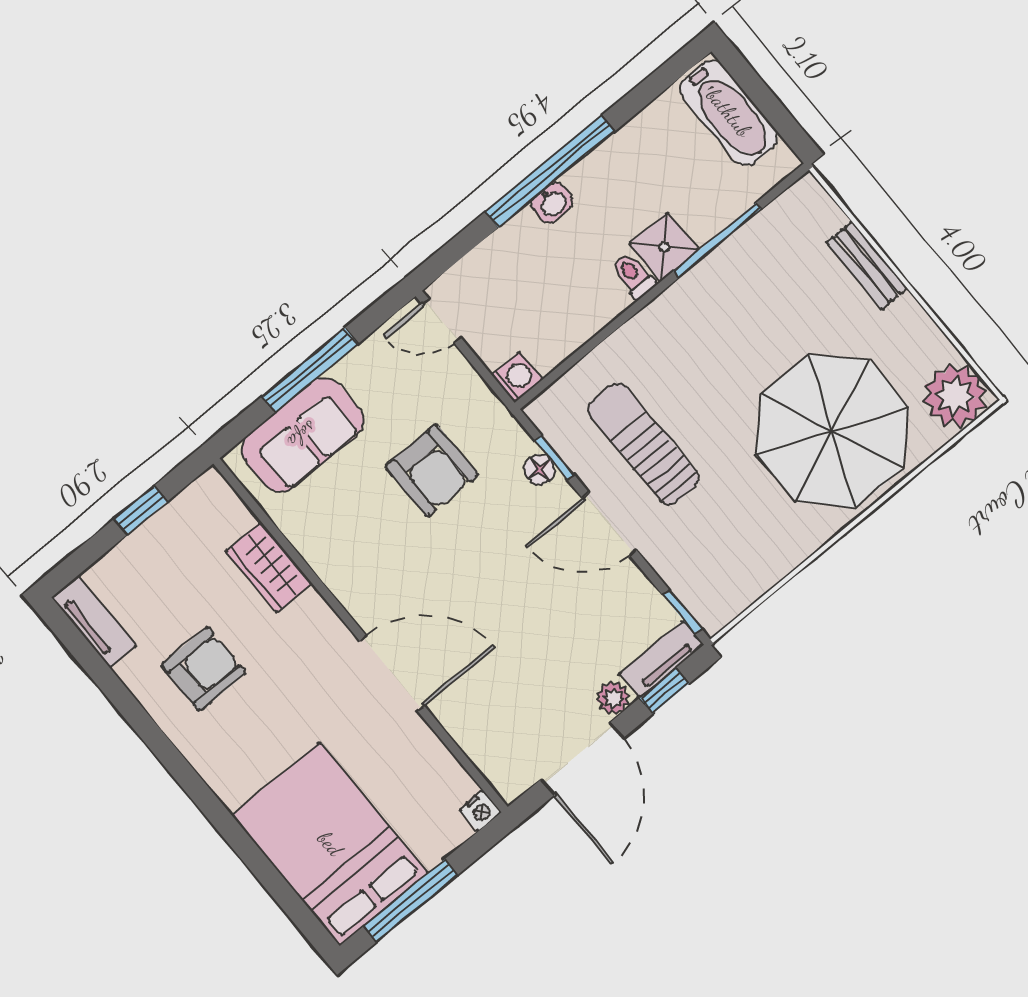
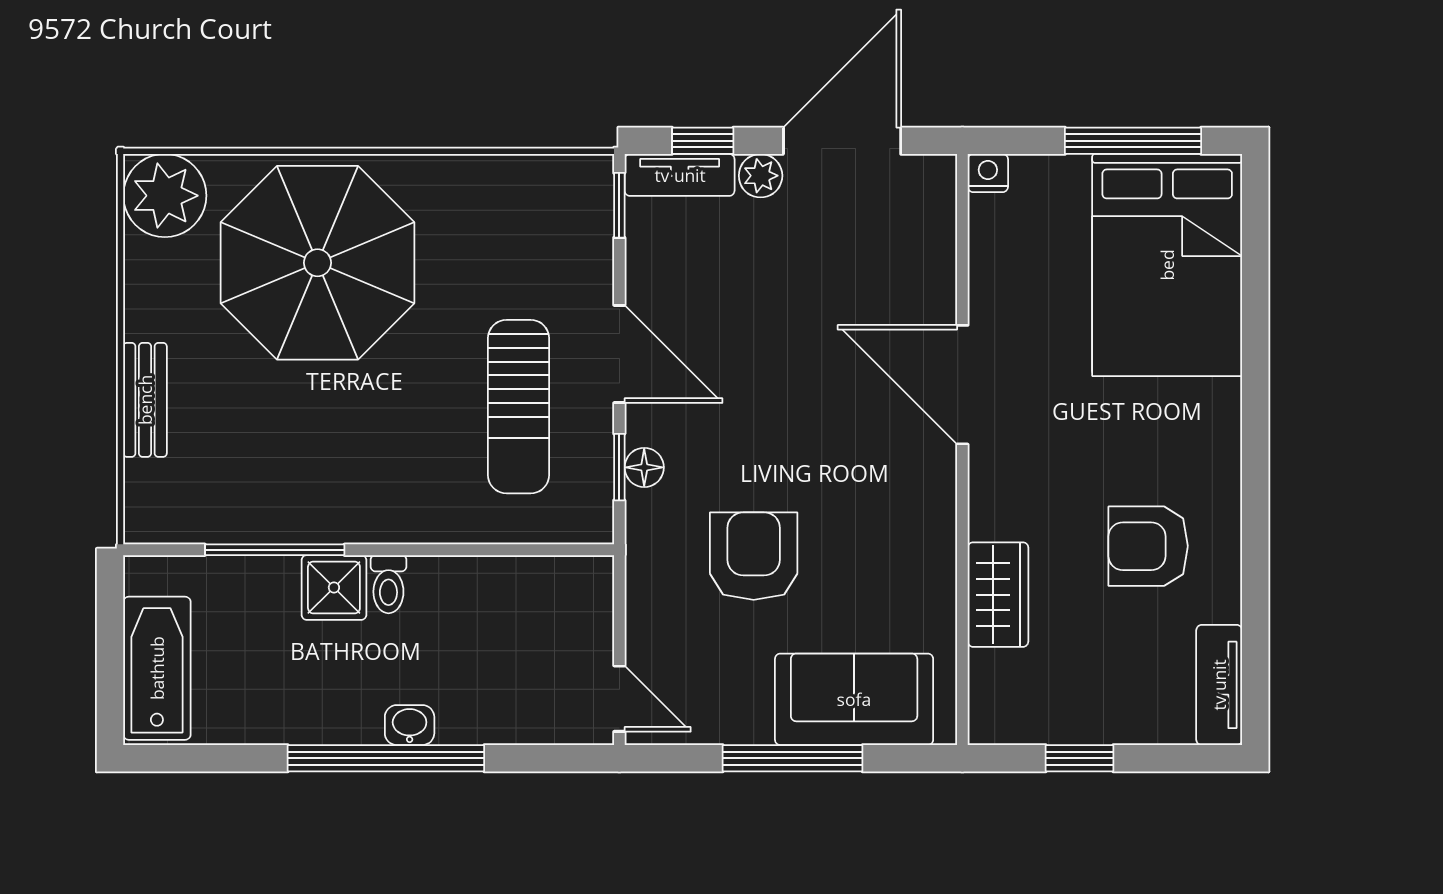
washing machine: (517, 377) -> (590, 579), removed

